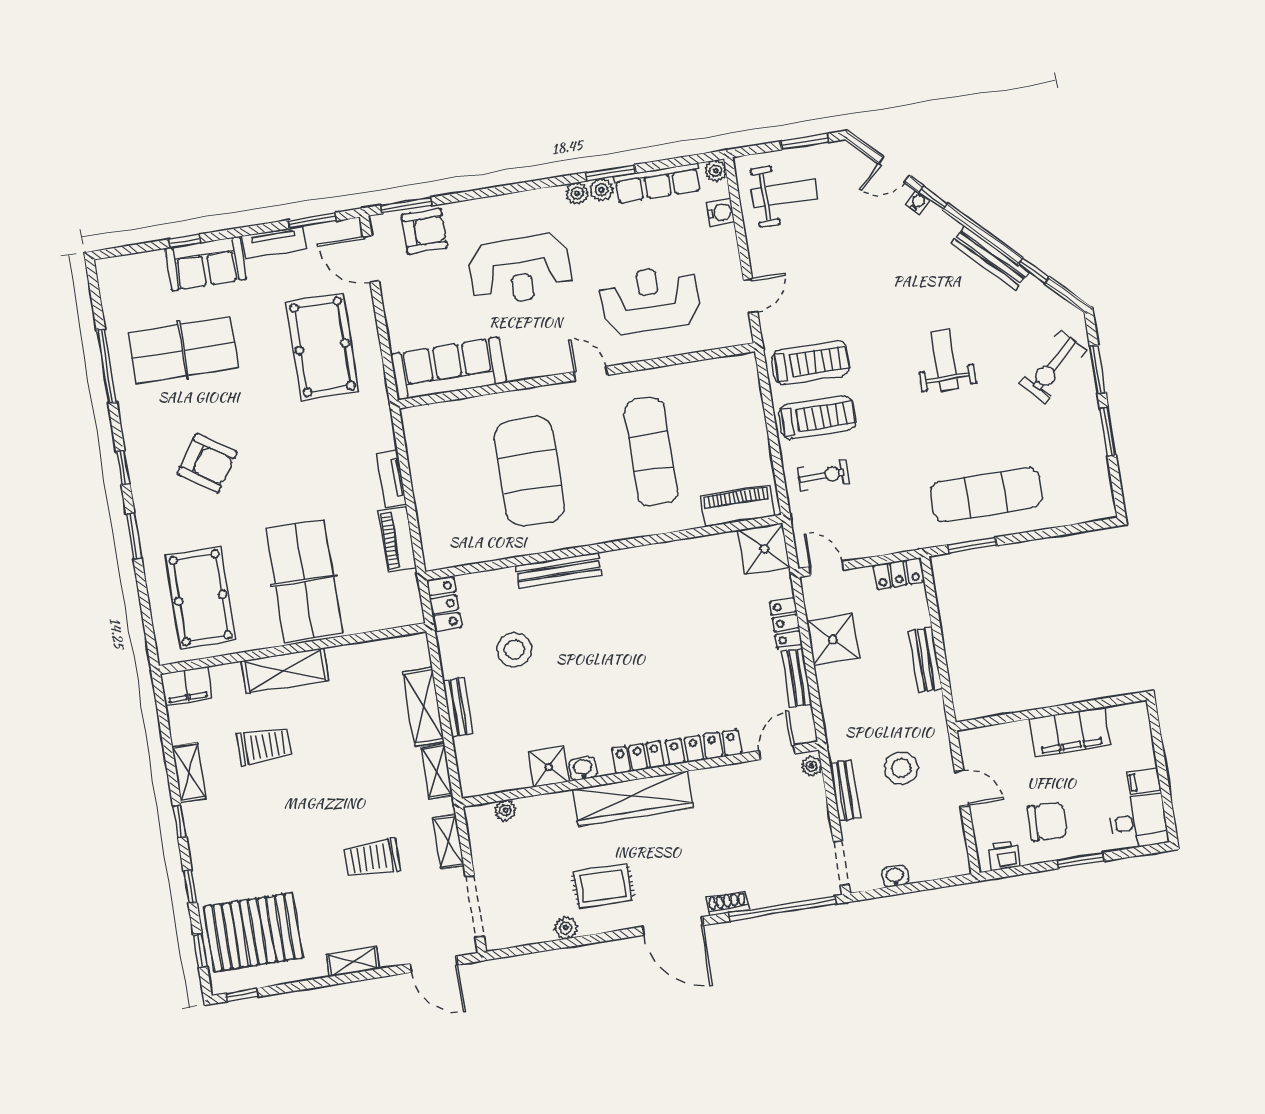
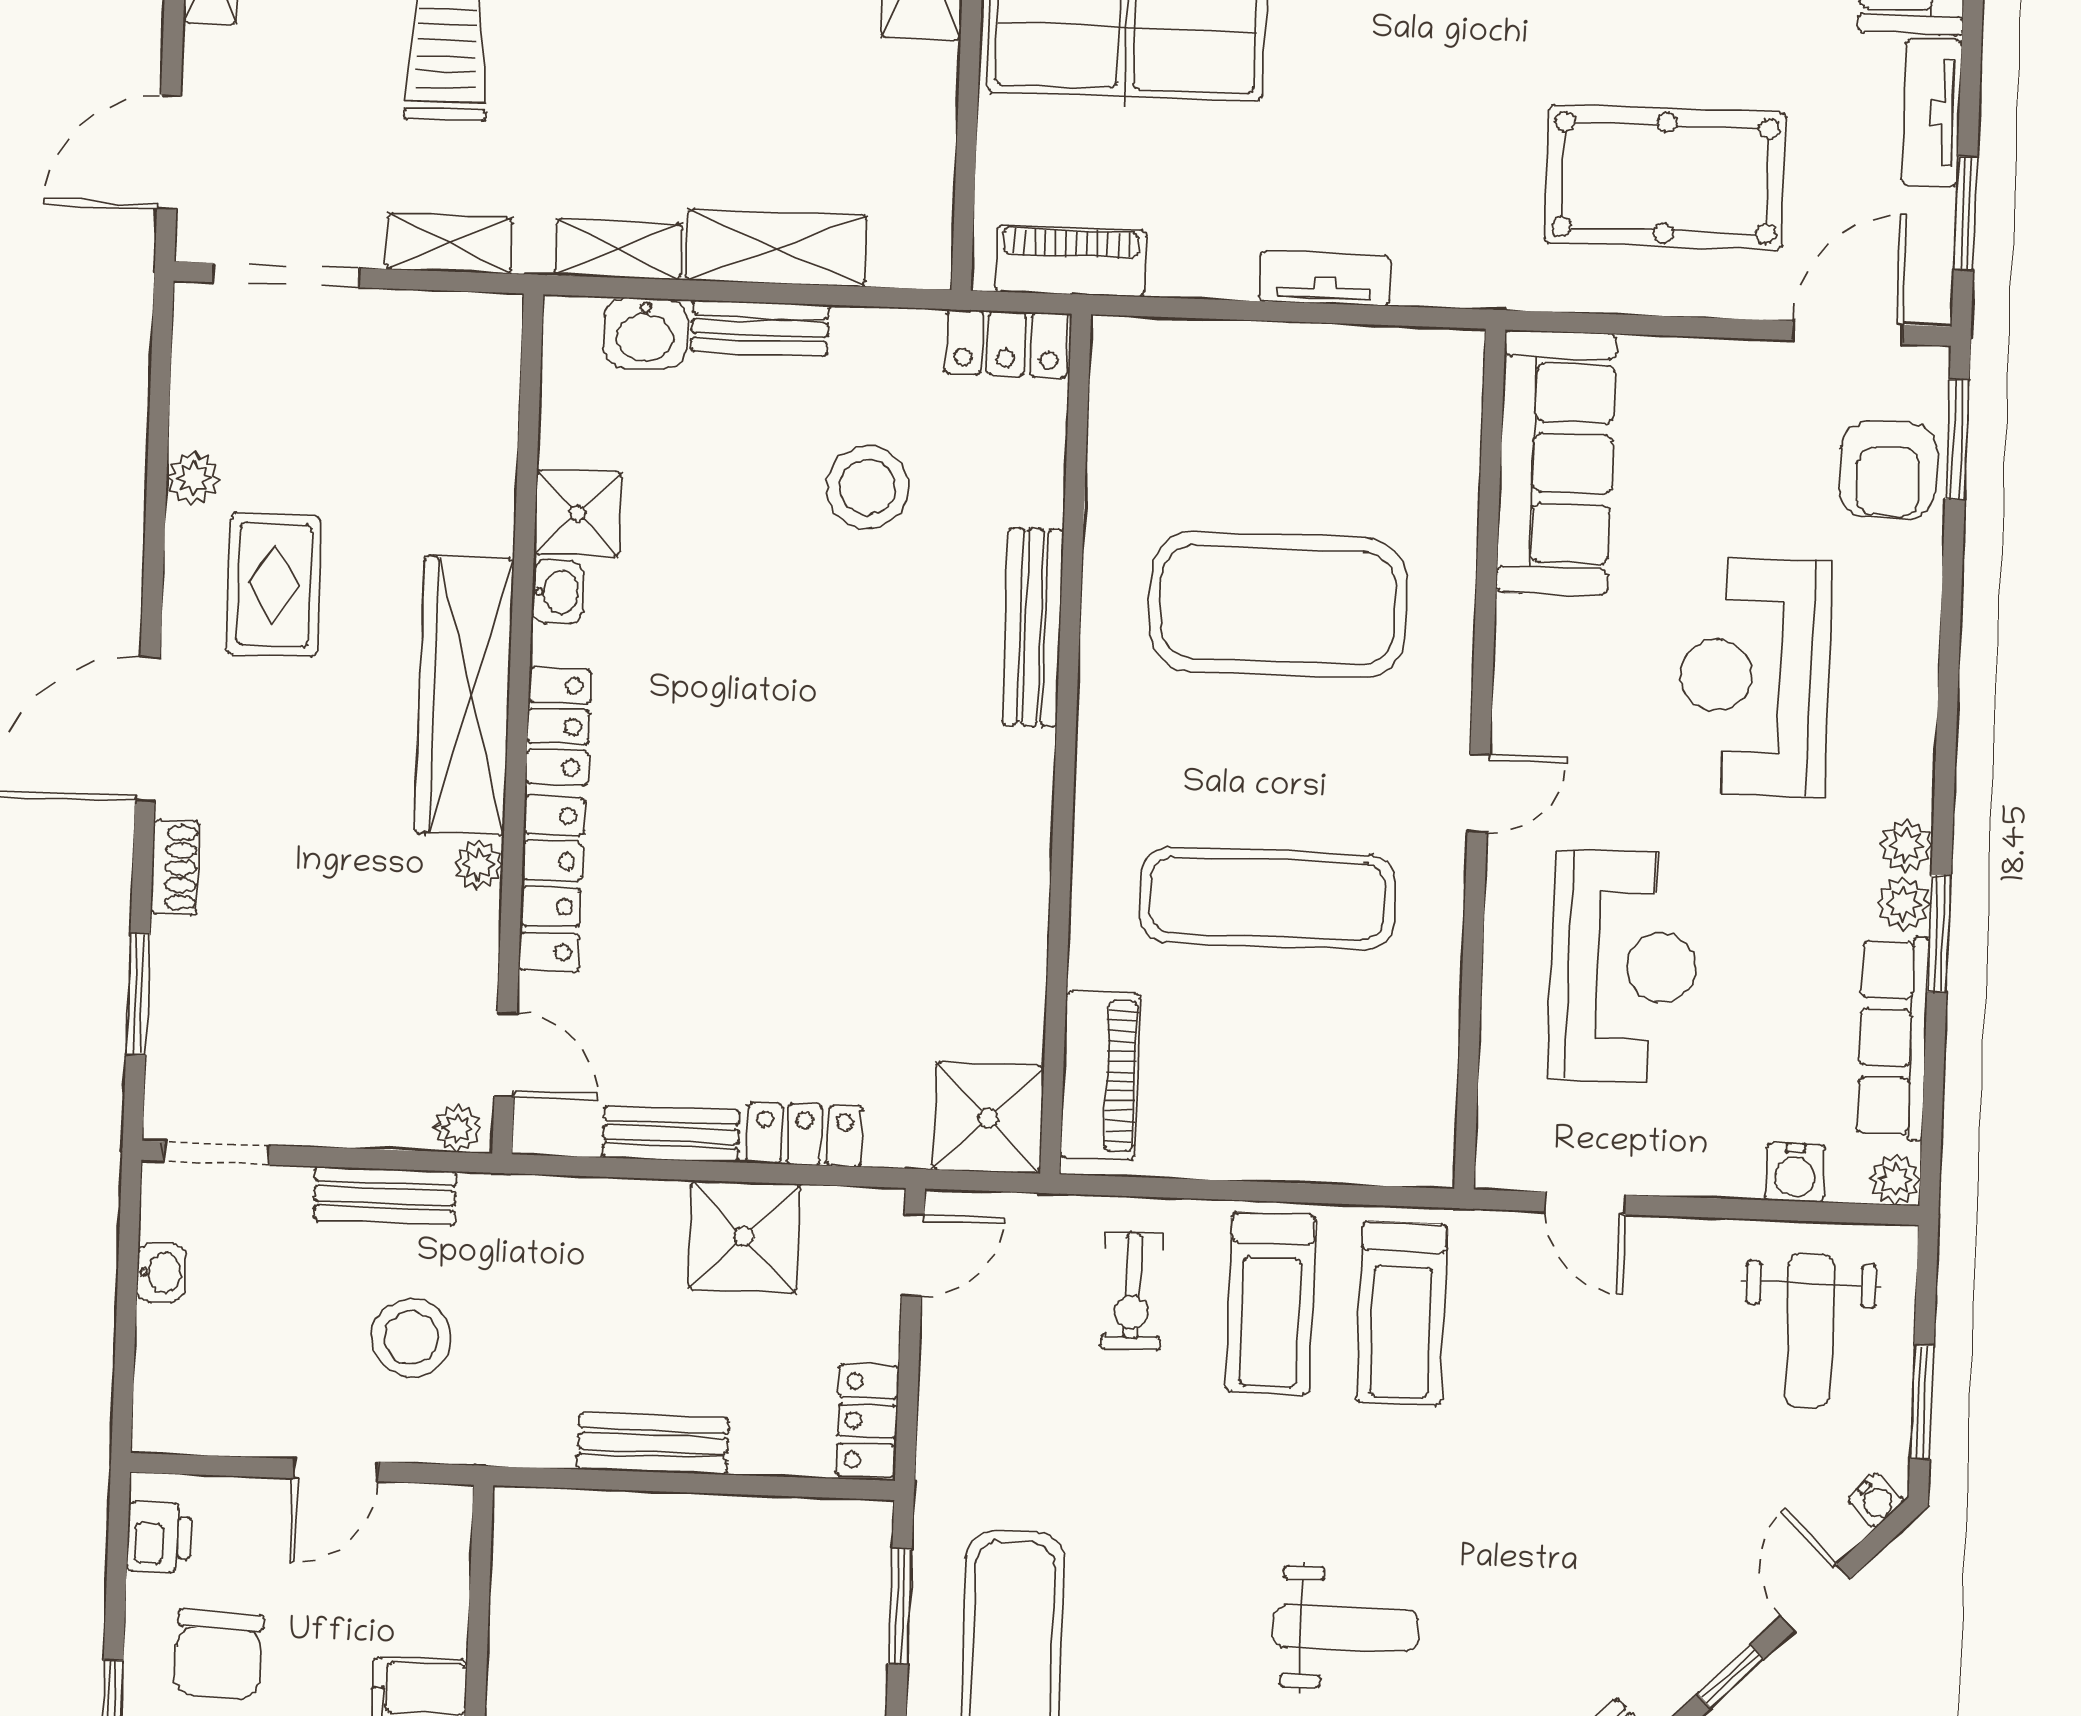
water cooler: (918, 202) -> (1876, 1500), moved
piano: (398, 539) -> (1070, 261), moved
washbasin: (469, 754) -> (645, 333), added
plant: (505, 810) -> (478, 865), moved
window: (782, 908) -> (138, 994), width x0.47

